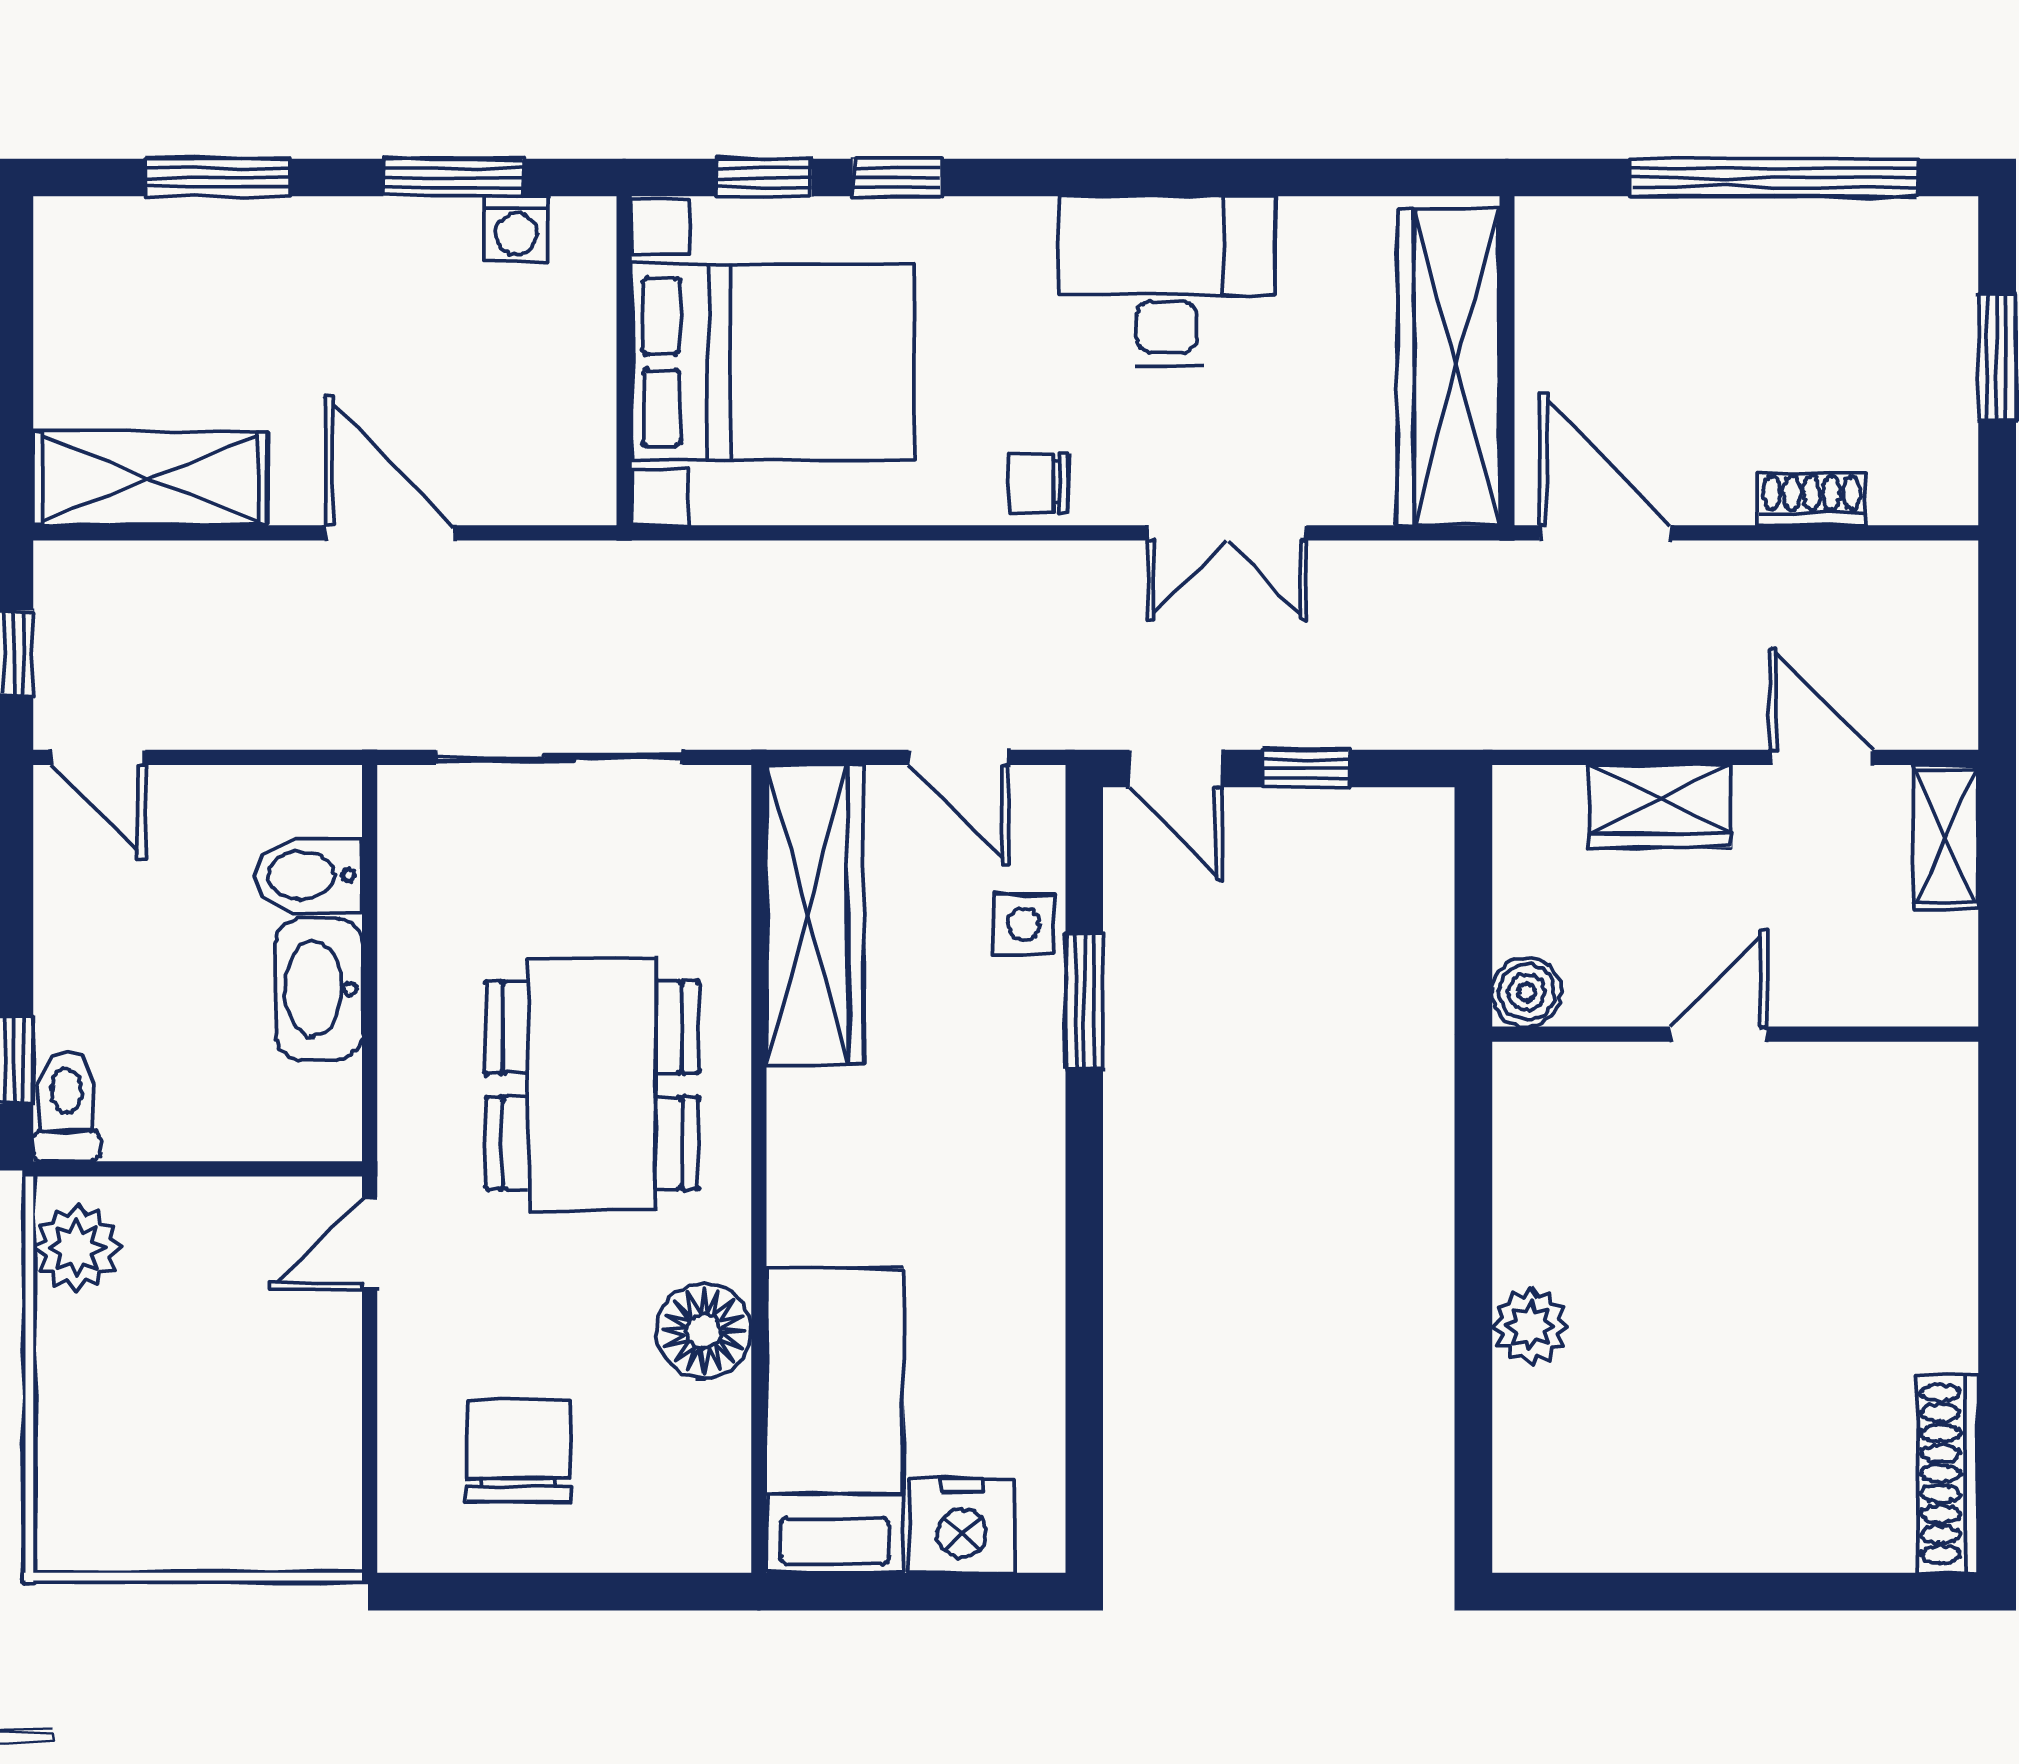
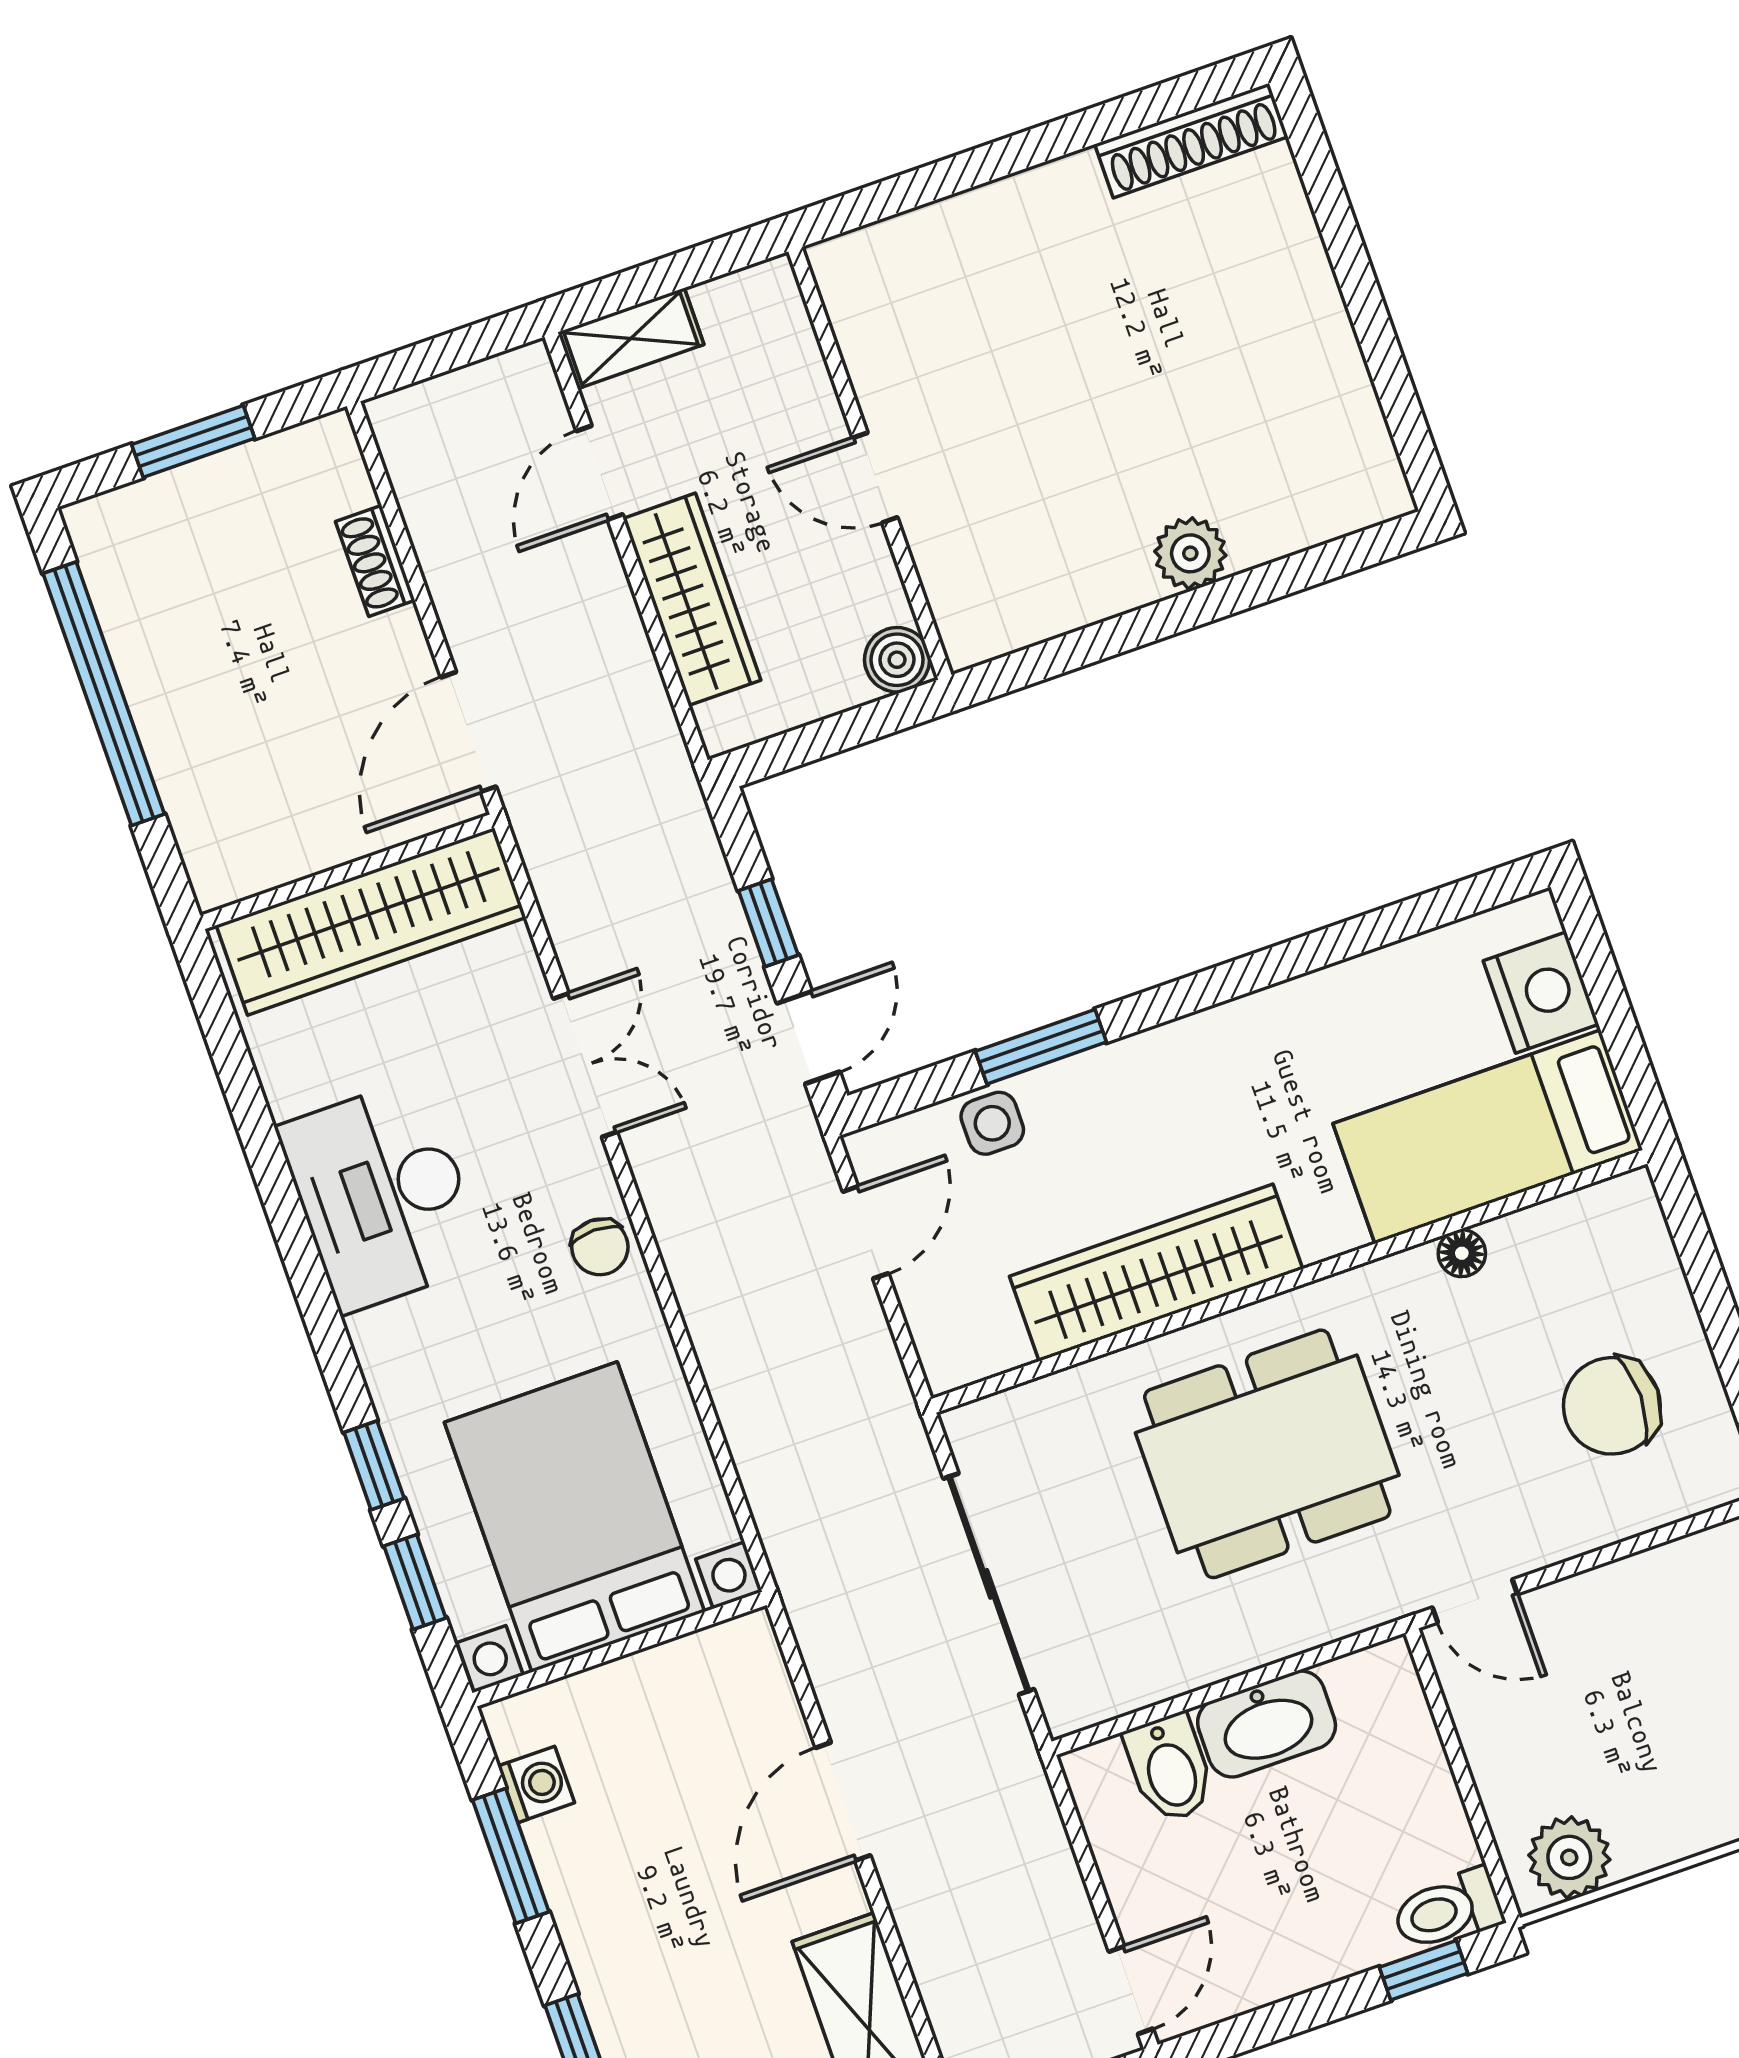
wardrobe: (1660, 806) -> (692, 599), width x1.50
wardrobe: (815, 914) -> (1156, 1273), moved
floor lamp: (704, 1331) -> (1462, 1253), width x0.53, depth x0.53

